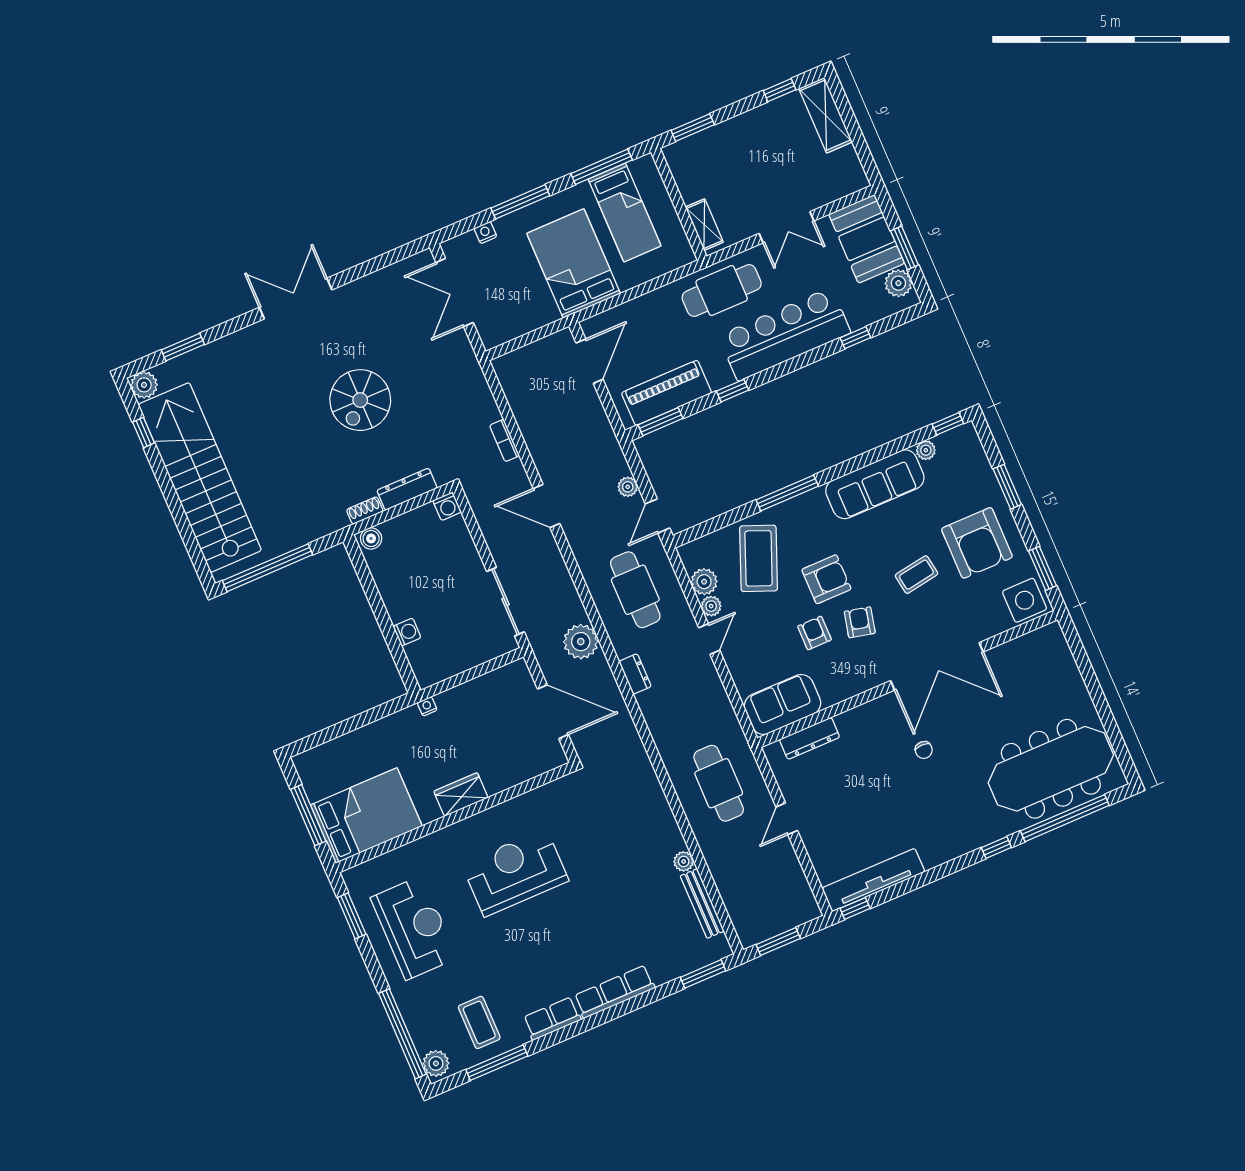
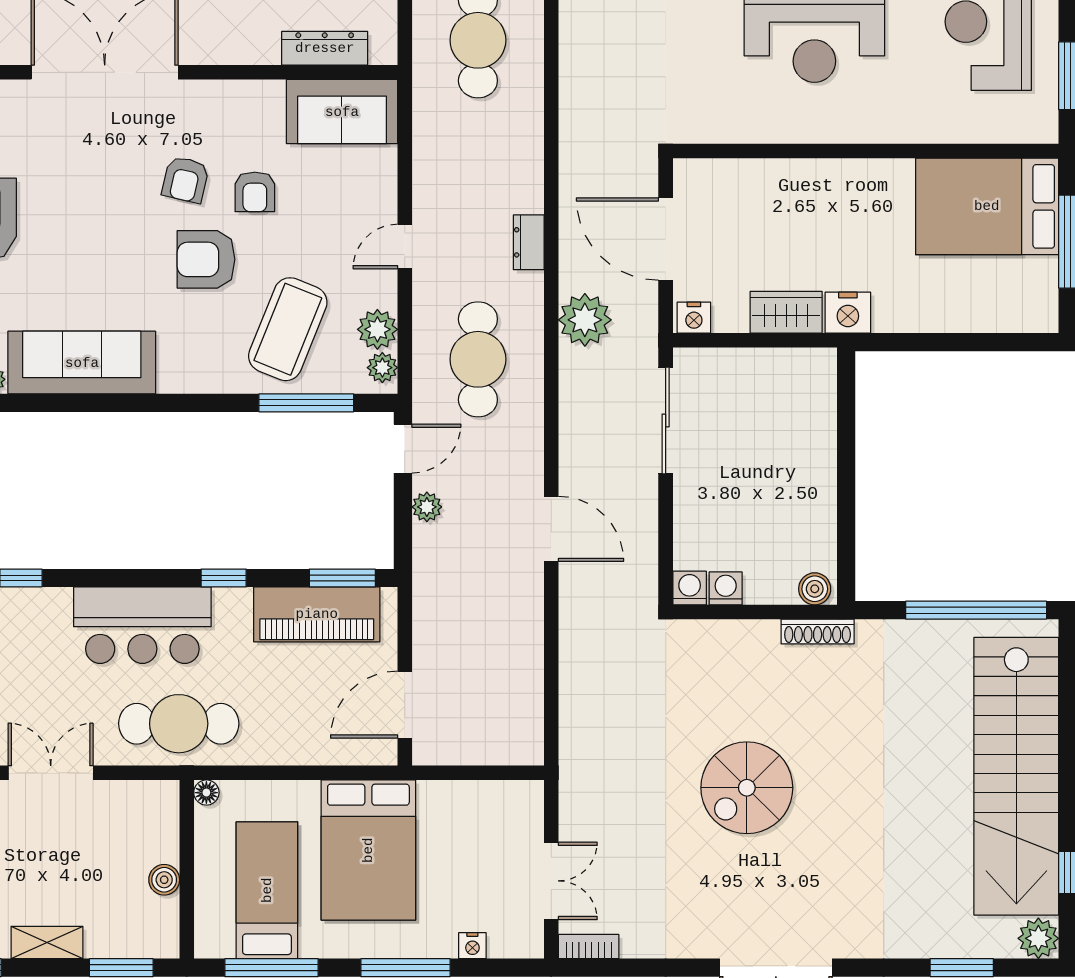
boiler: (690, 192) -> (164, 880), added
shelving: (704, 225) -> (47, 943), moved, turned 90
floor lamp: (687, 256) -> (206, 793), added
double door: (455, 292) -> (551, 881), width x0.73
bar counter: (785, 334) -> (142, 625), width x0.73
spiral stairs: (360, 400) -> (747, 788), turned 180
bookcase: (505, 441) -> (589, 947), moved, turned -90
dresser: (407, 489) -> (735, 636), removed
window: (787, 493) -> (306, 403), moved
shoe rack: (365, 510) -> (818, 632), width x1.43
coffee table: (916, 575) -> (78, 212), removed
plant: (711, 606) -> (382, 368), moved
washing machine: (407, 632) -> (726, 588), moved, turned 90
nightstand: (515, 671) -> (694, 318), added
nightstand: (427, 706) -> (848, 313), width x1.89, depth x1.79
wardrobe: (461, 795) -> (786, 312), moved, turned 180

